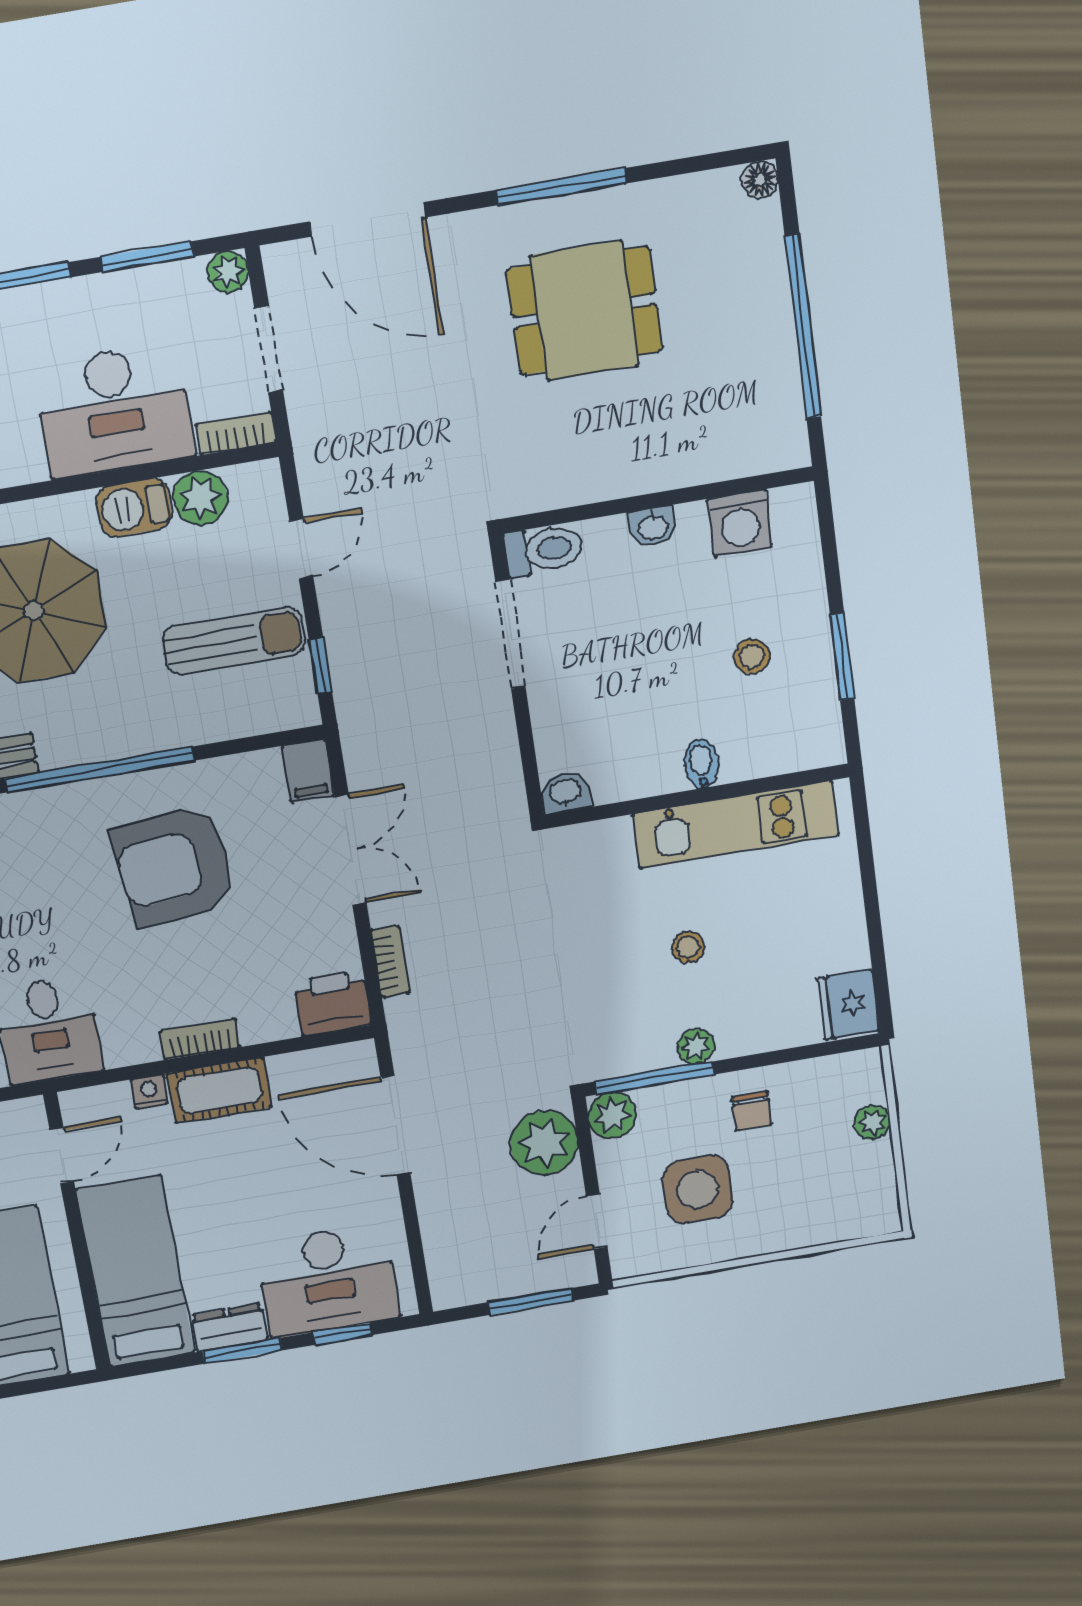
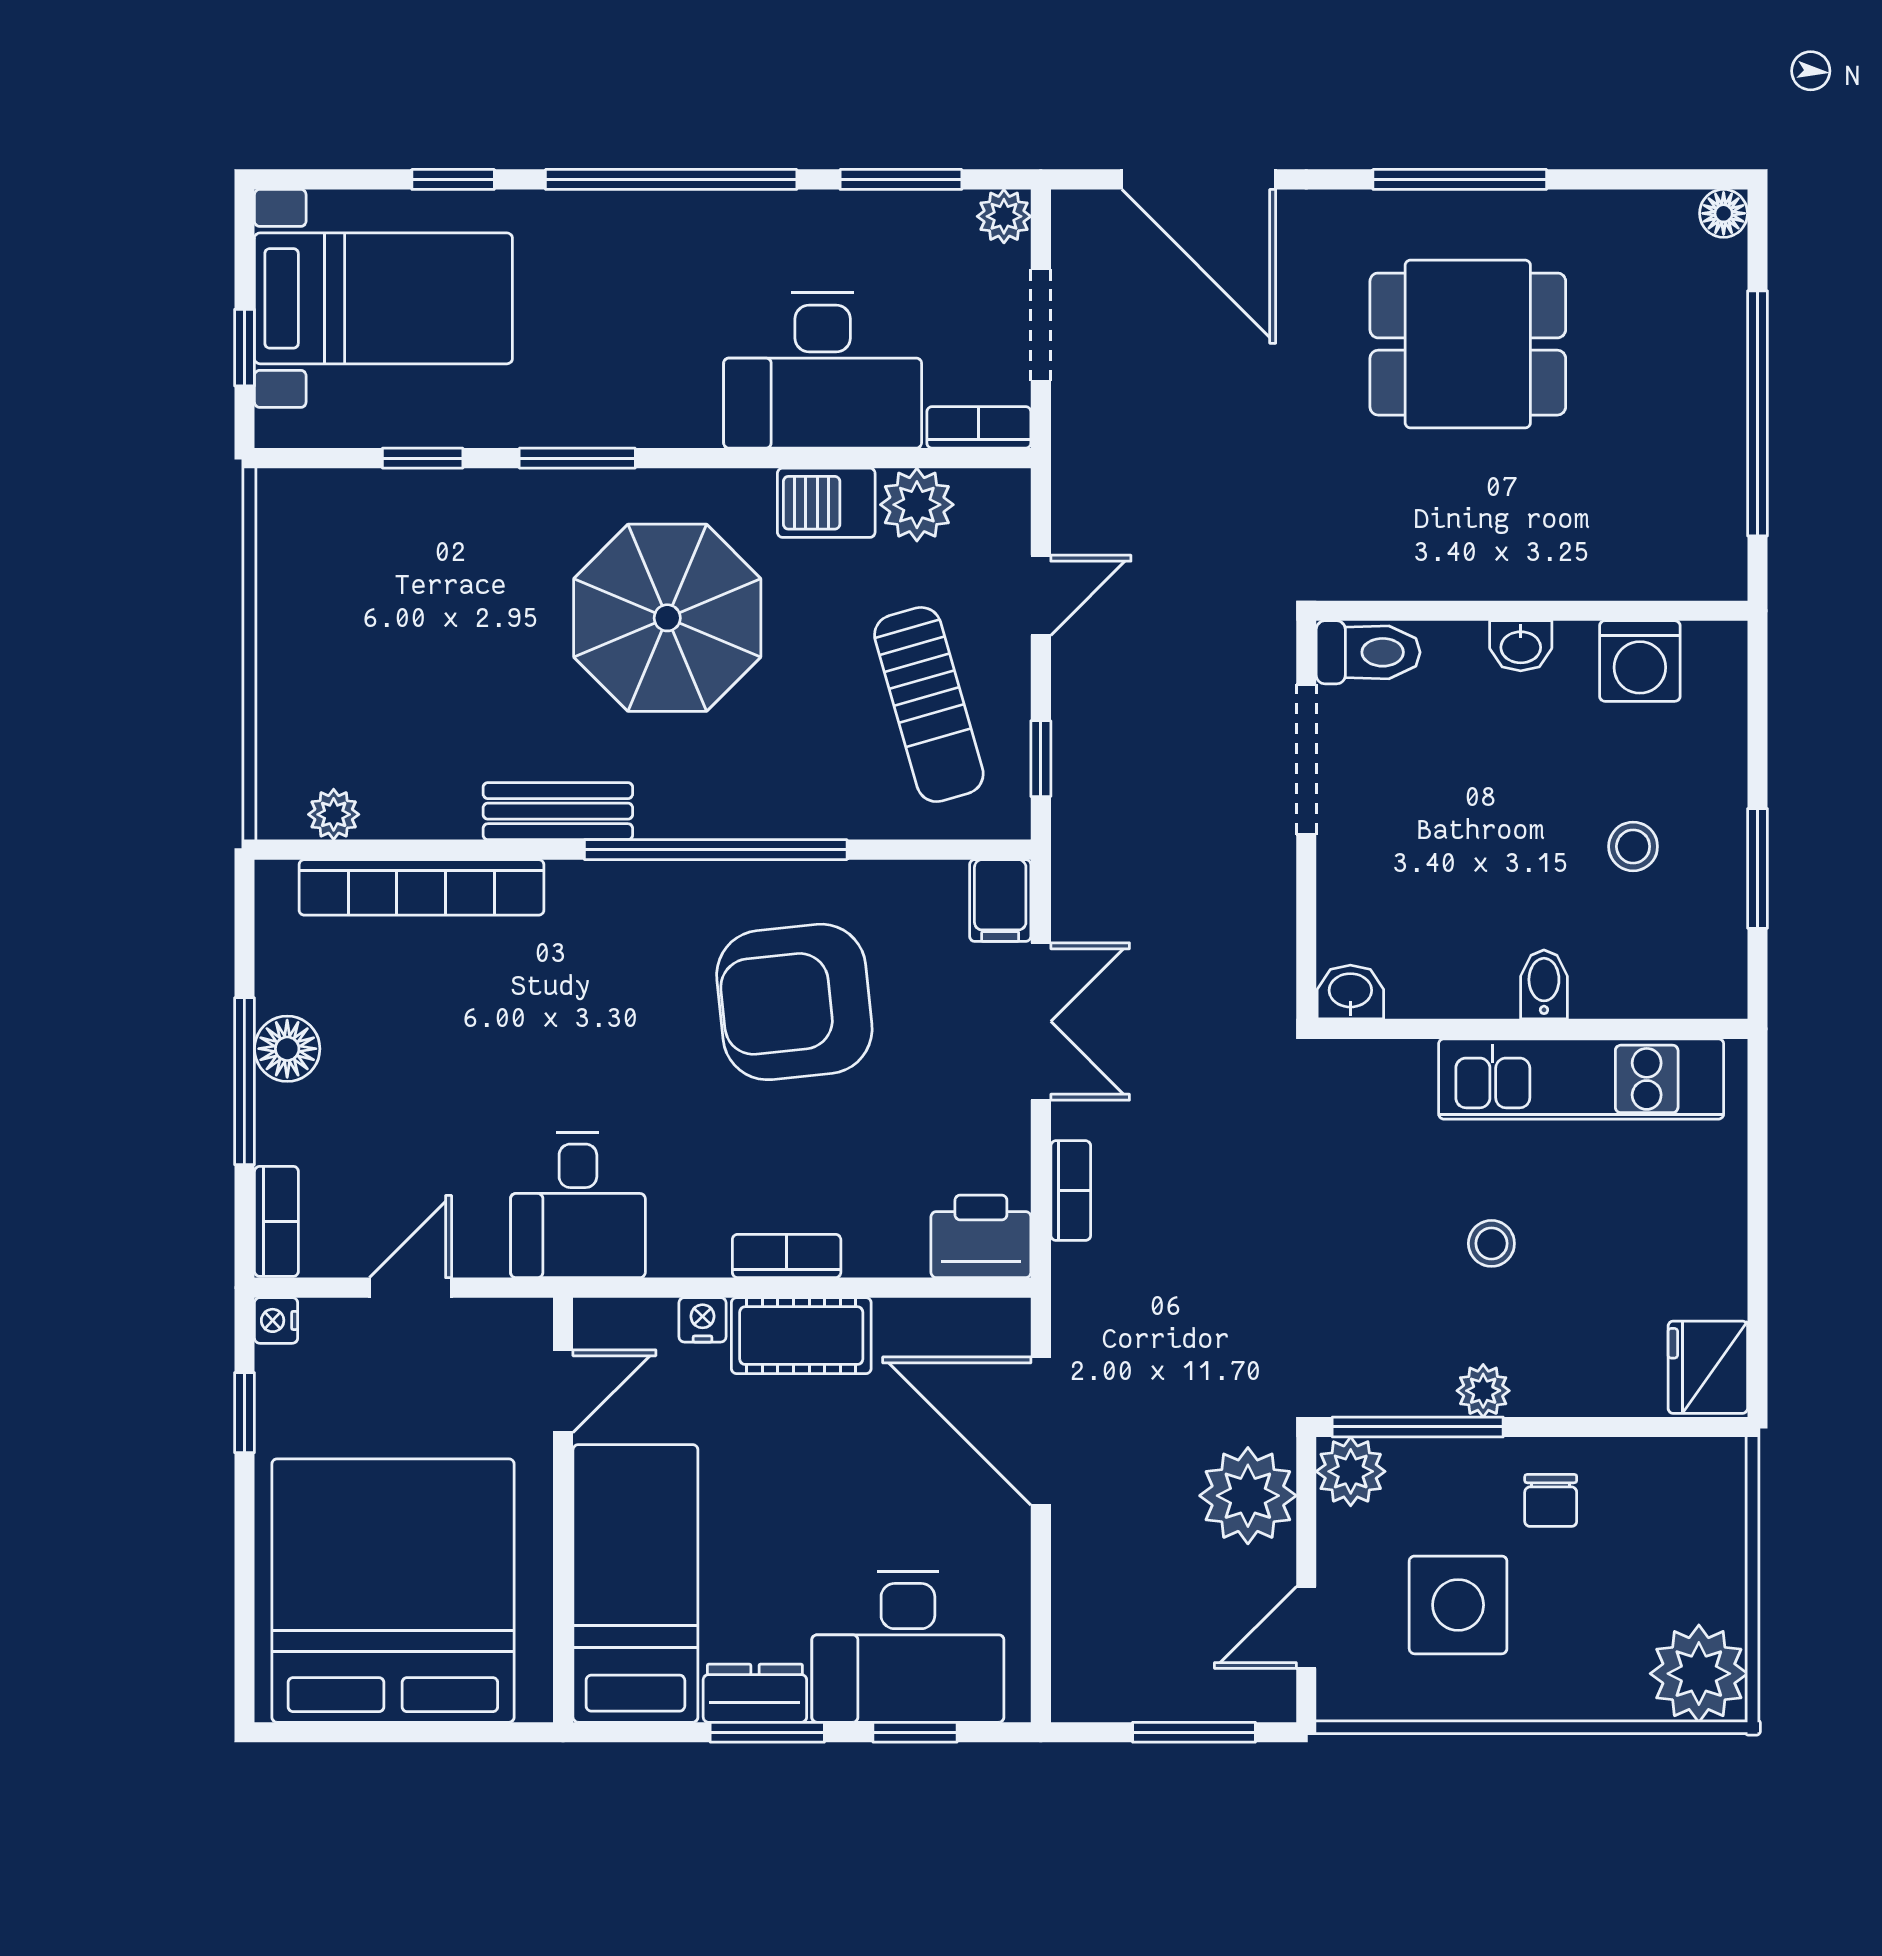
sun lounger: (234, 641) -> (929, 705), turned 74
plant: (872, 1123) -> (1699, 1674), moved, width x1.87, depth x1.87

